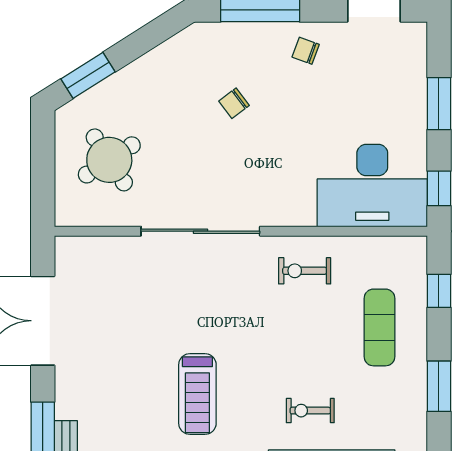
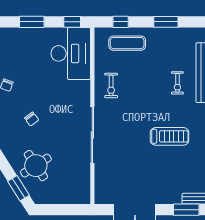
round table: (109, 160) -> (36, 166), moved
exercise mat: (379, 327) -> (127, 43), moved

